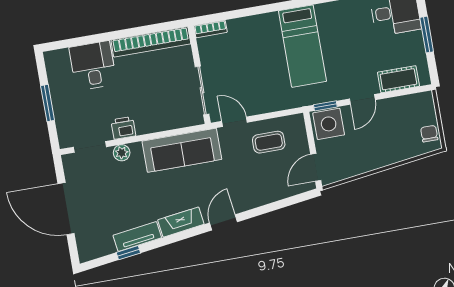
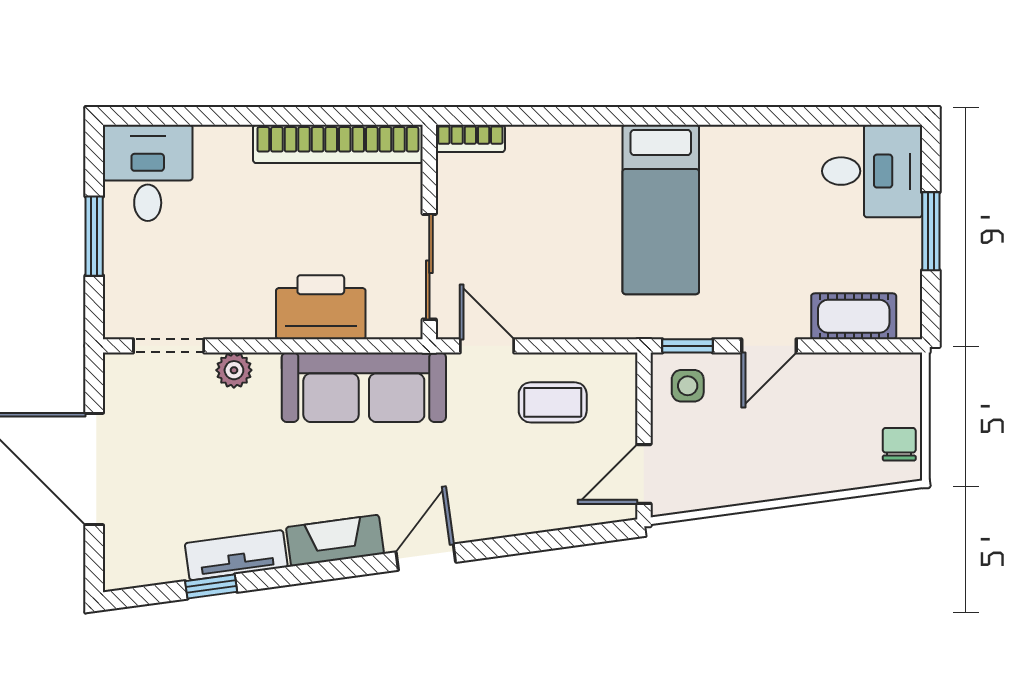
desk: (93, 66) -> (148, 173), moved
side table: (329, 124) -> (688, 386), width x0.54, depth x0.54
printer: (123, 128) -> (321, 307), moved, width x1.87, depth x1.48

